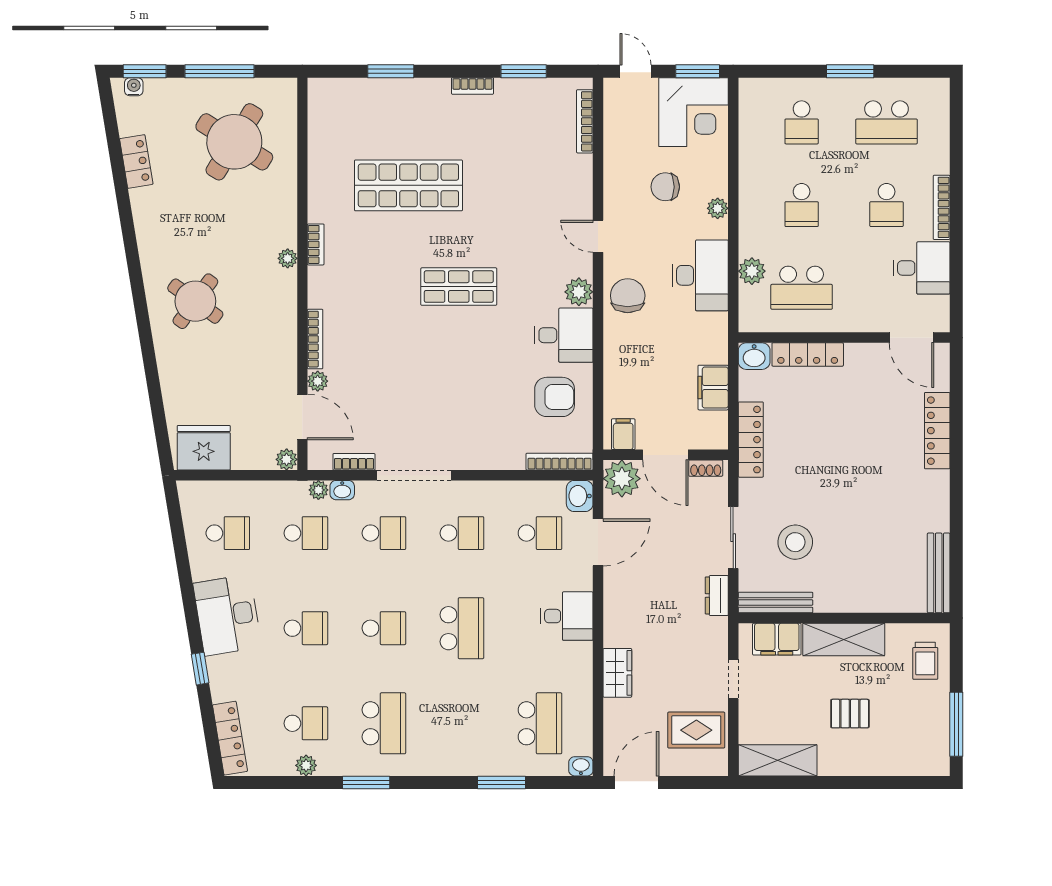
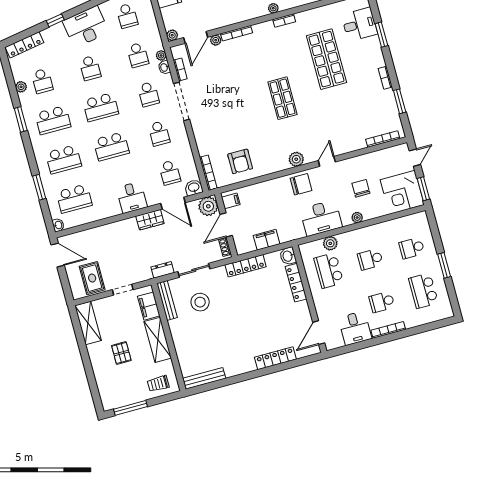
desk: (564, 335) -> (359, 24), moved, turned -90
school desk: (384, 628) -> (101, 107), width x1.85
wardrobe: (617, 673) -> (150, 220), moved
school desk: (462, 723) -> (64, 159), added

